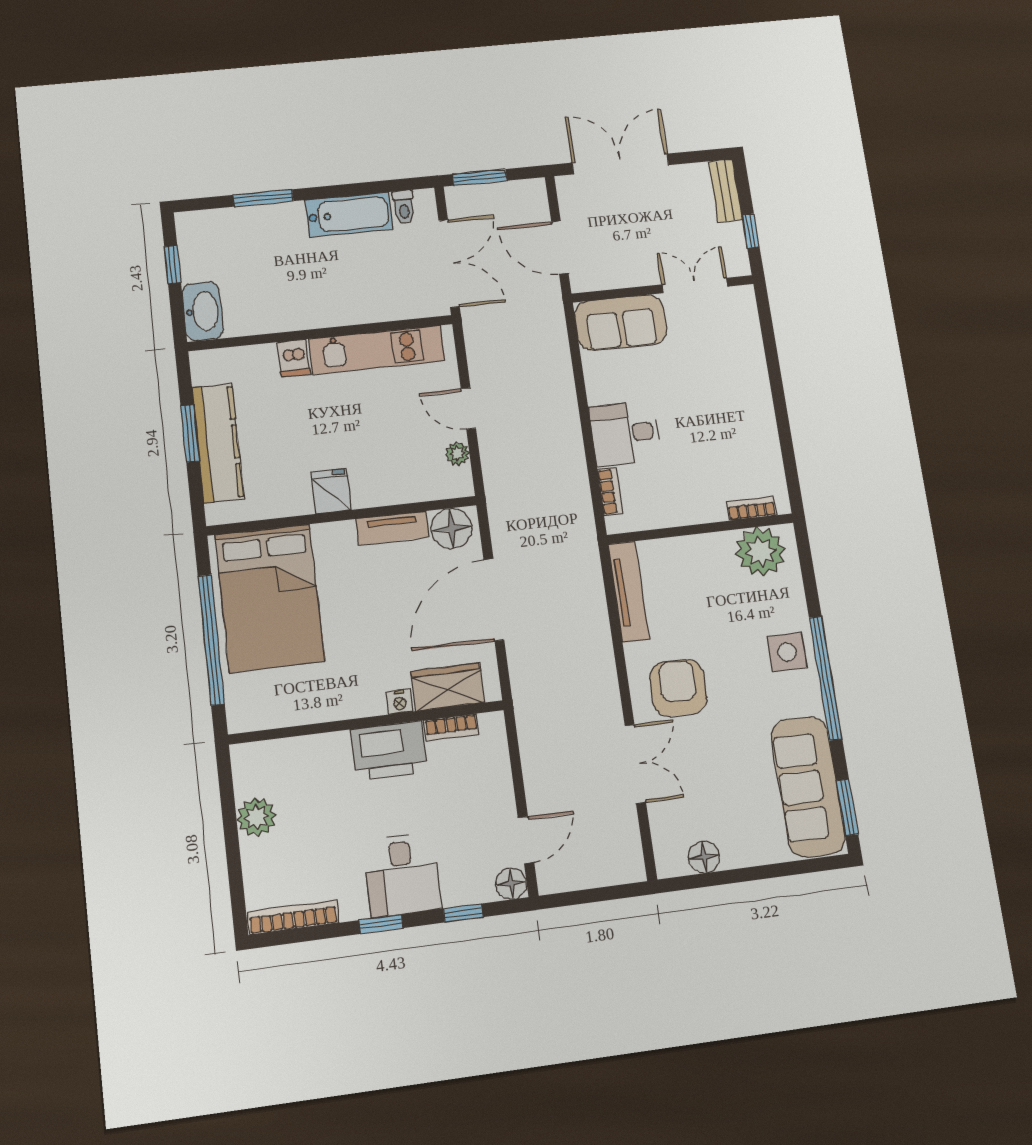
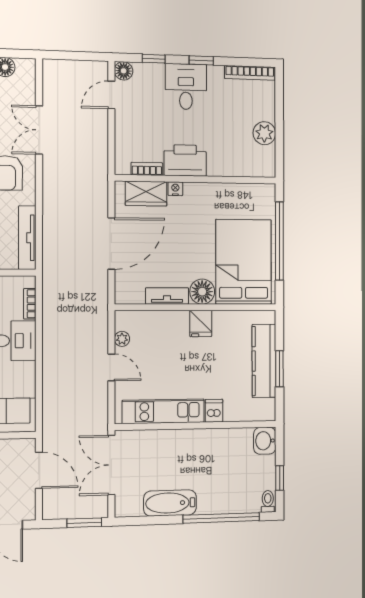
window: (263, 198) -> (221, 518), width x2.11
toilet: (404, 207) -> (268, 501), moved
washbasin: (203, 311) -> (265, 441), width x0.72
floor lamp: (451, 528) -> (202, 292), moved

